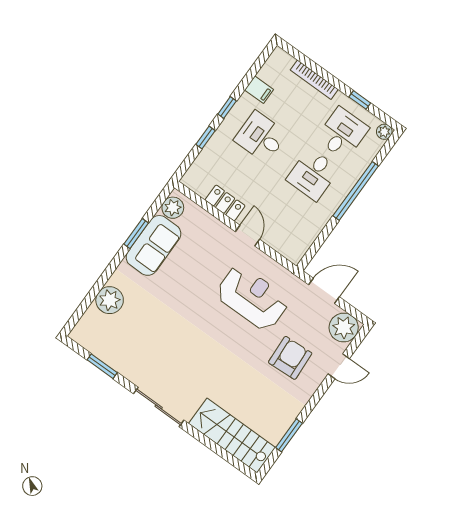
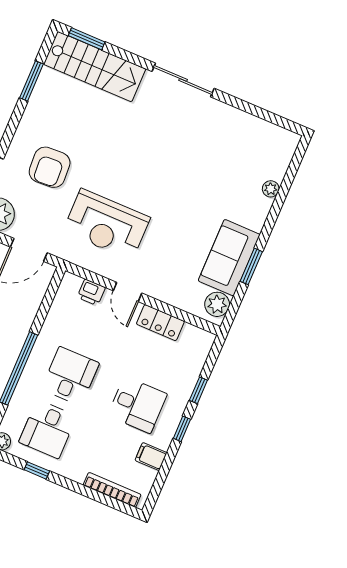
bookcase: (314, 80) -> (112, 490), moved
printer: (279, 242) -> (91, 292), added
plant: (110, 300) -> (271, 189), width x0.53, depth x0.53
window: (102, 366) -> (87, 39), moved

